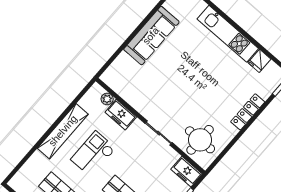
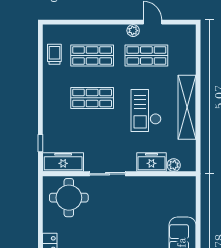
checkout: (93, 154) -> (146, 110), turned 180
freezer: (186, 172) -> (63, 162), width x1.40

